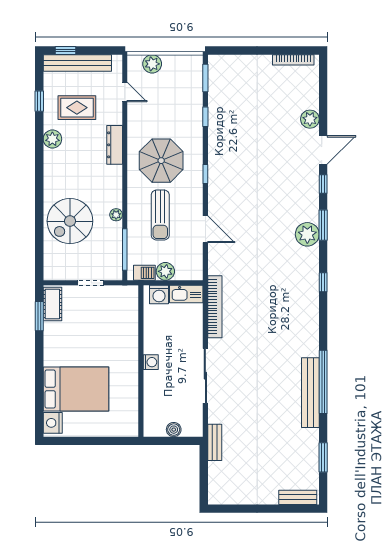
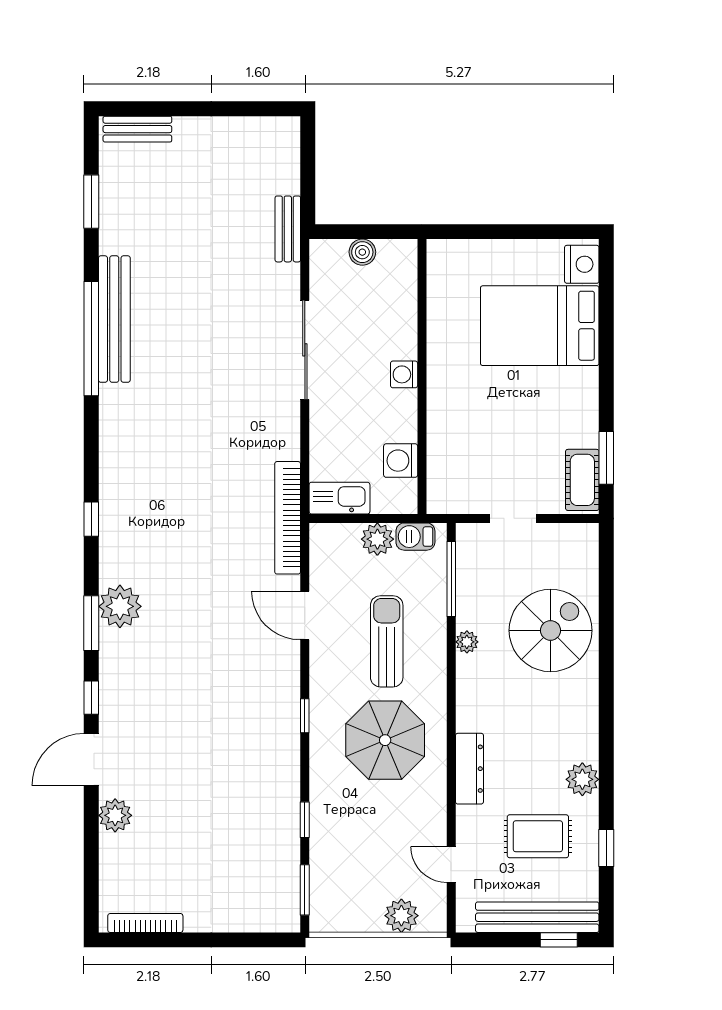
washing machine: (159, 295) -> (401, 461), moved, turned -90
bookcase: (215, 307) -> (288, 518), moved

